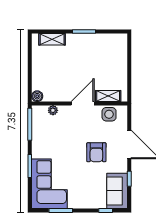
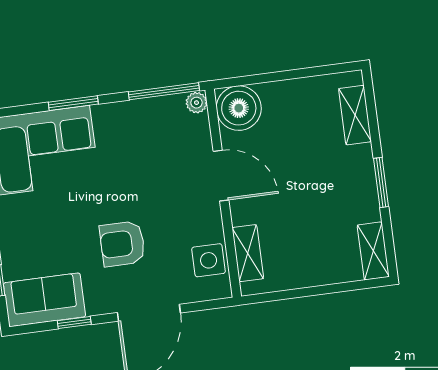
shelving: (115, 39) -> (373, 251), added
boiler: (37, 96) -> (239, 108), width x1.86, depth x1.86
door: (83, 104) -> (221, 176), moved
plant: (53, 110) -> (197, 103), moved

